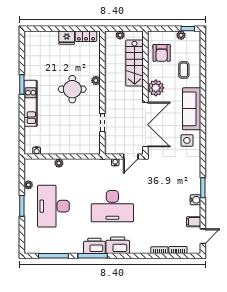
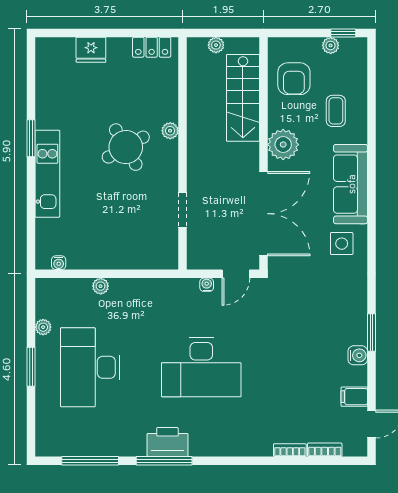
fridge: (67, 38) -> (91, 50), moved
round table: (72, 89) -> (126, 147), turned -30
printer: (118, 245) -> (211, 441), removed

